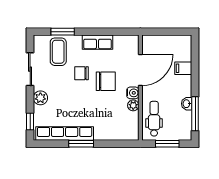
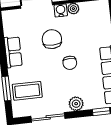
chair: (82, 73) -> (70, 63), moved

